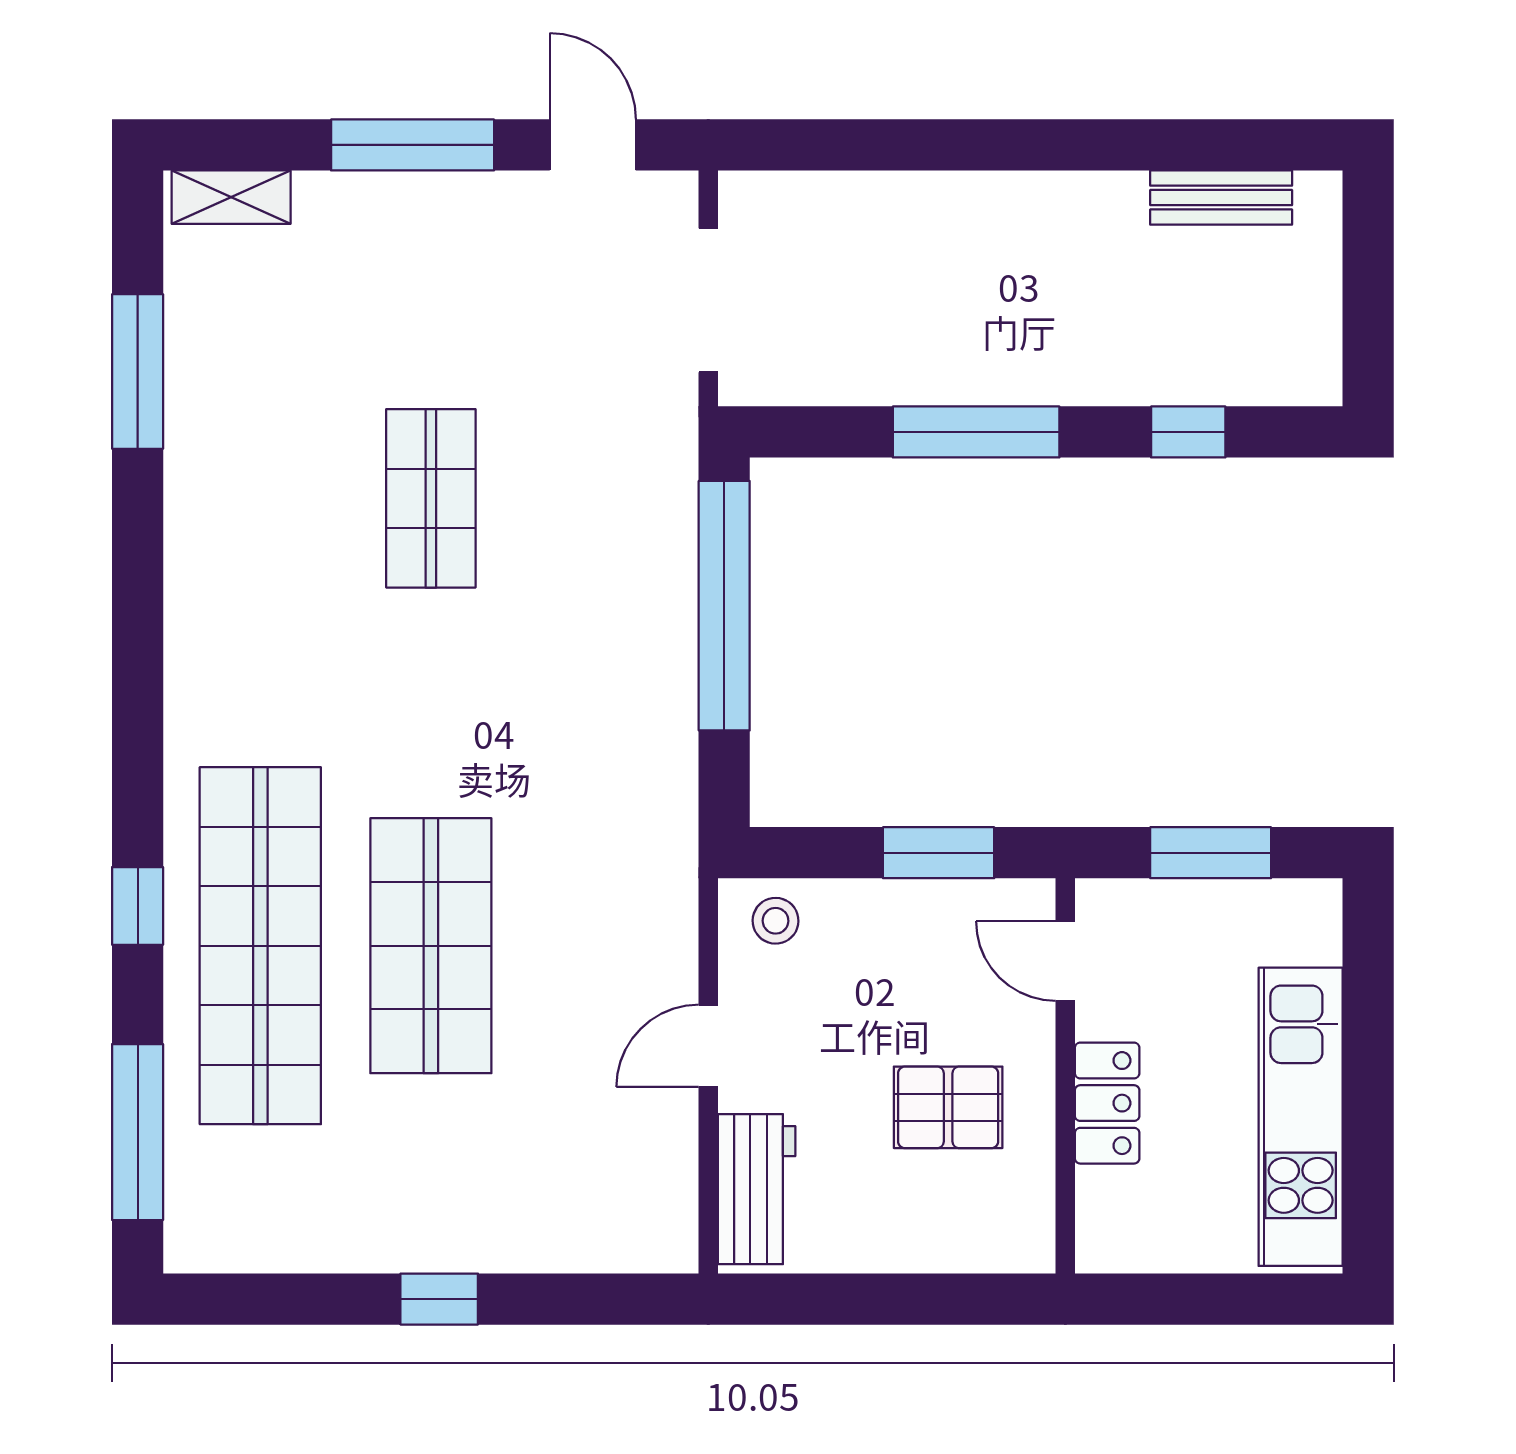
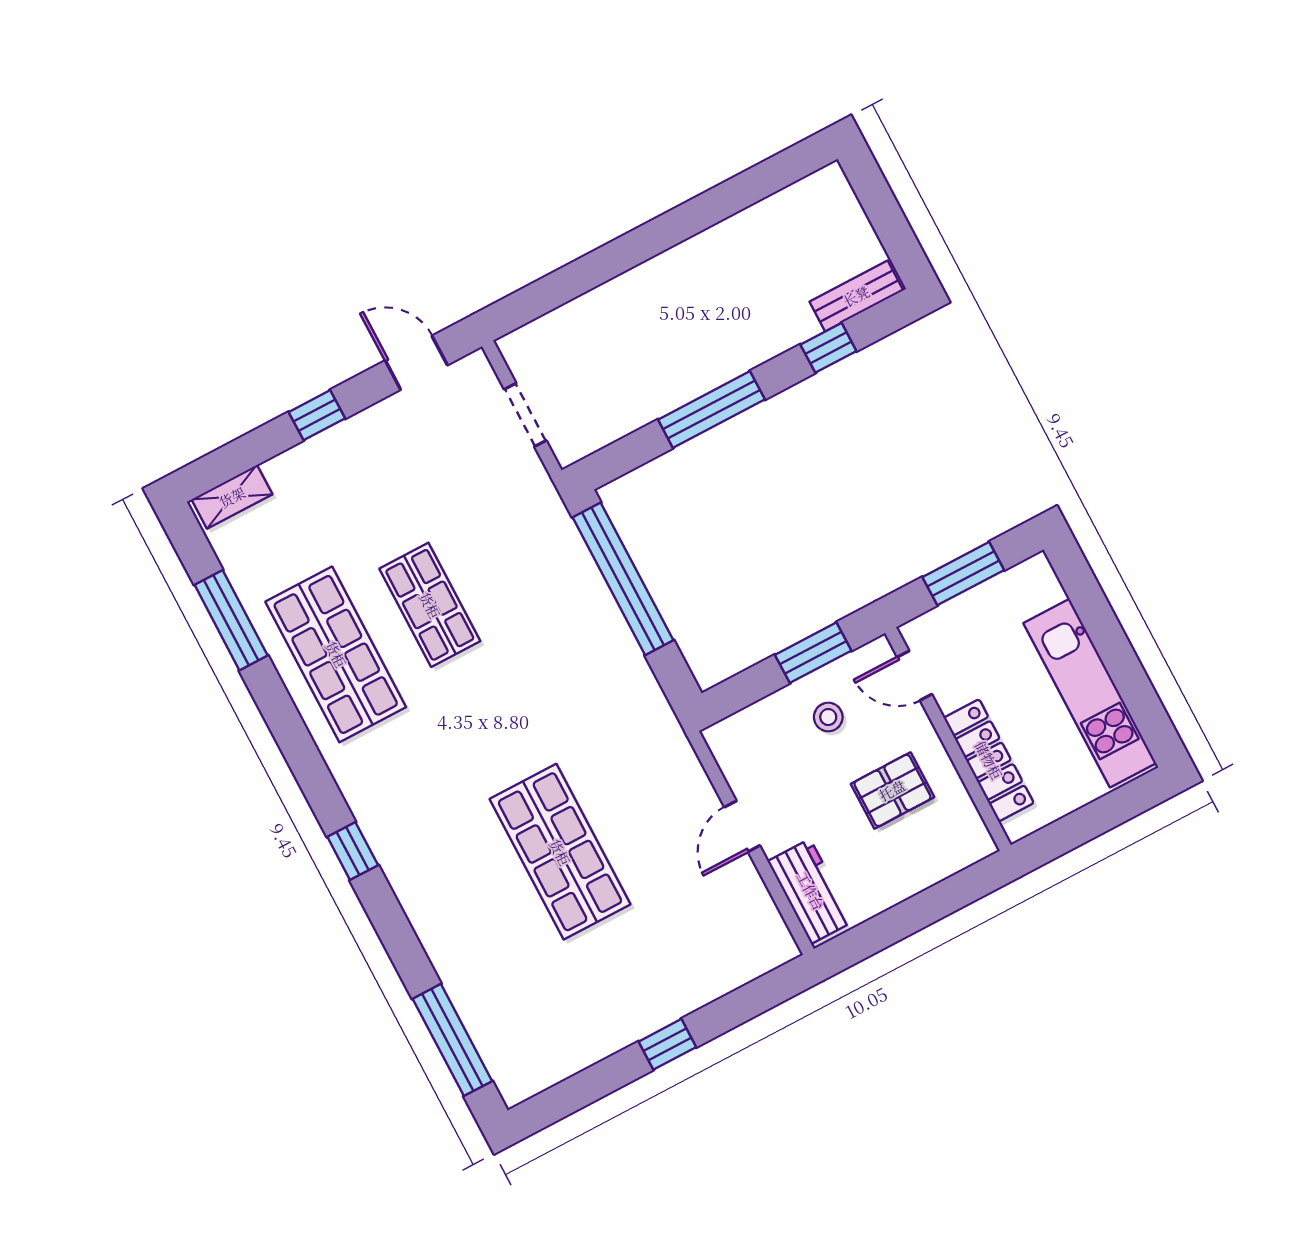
window: (413, 145) -> (317, 415), width x0.46
bench: (1221, 198) -> (856, 296), moved
doorway: (708, 300) -> (525, 415), width x0.73
window: (138, 906) -> (353, 851), moved
stool: (776, 921) -> (828, 717), moved
shop shelf: (260, 946) -> (336, 654), moved, width x0.71
locker: (1107, 1103) -> (989, 760), width x1.53

